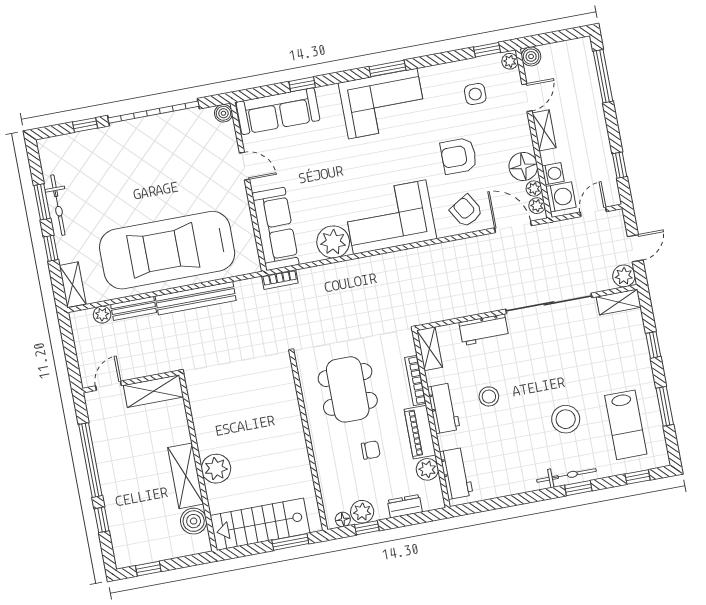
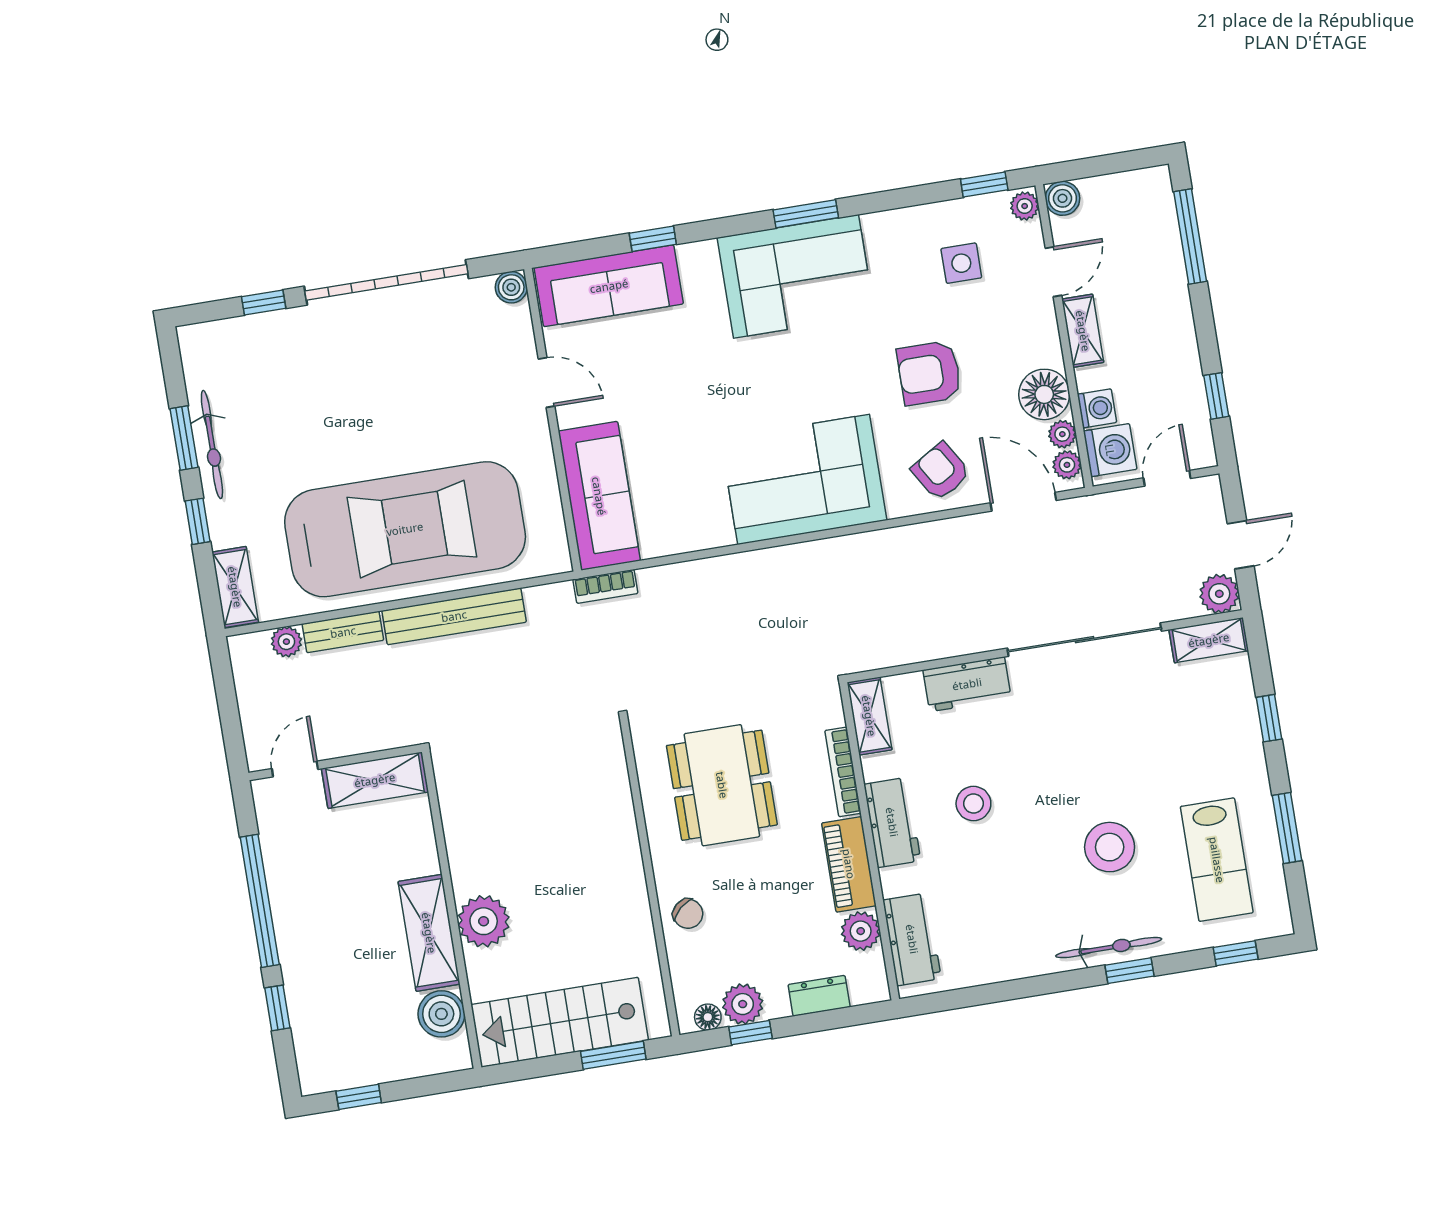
plant: (333, 242) -> (702, 521), removed
car: (167, 250) -> (405, 529), turned 180
chair: (371, 450) -> (688, 914), moved, turned 49

